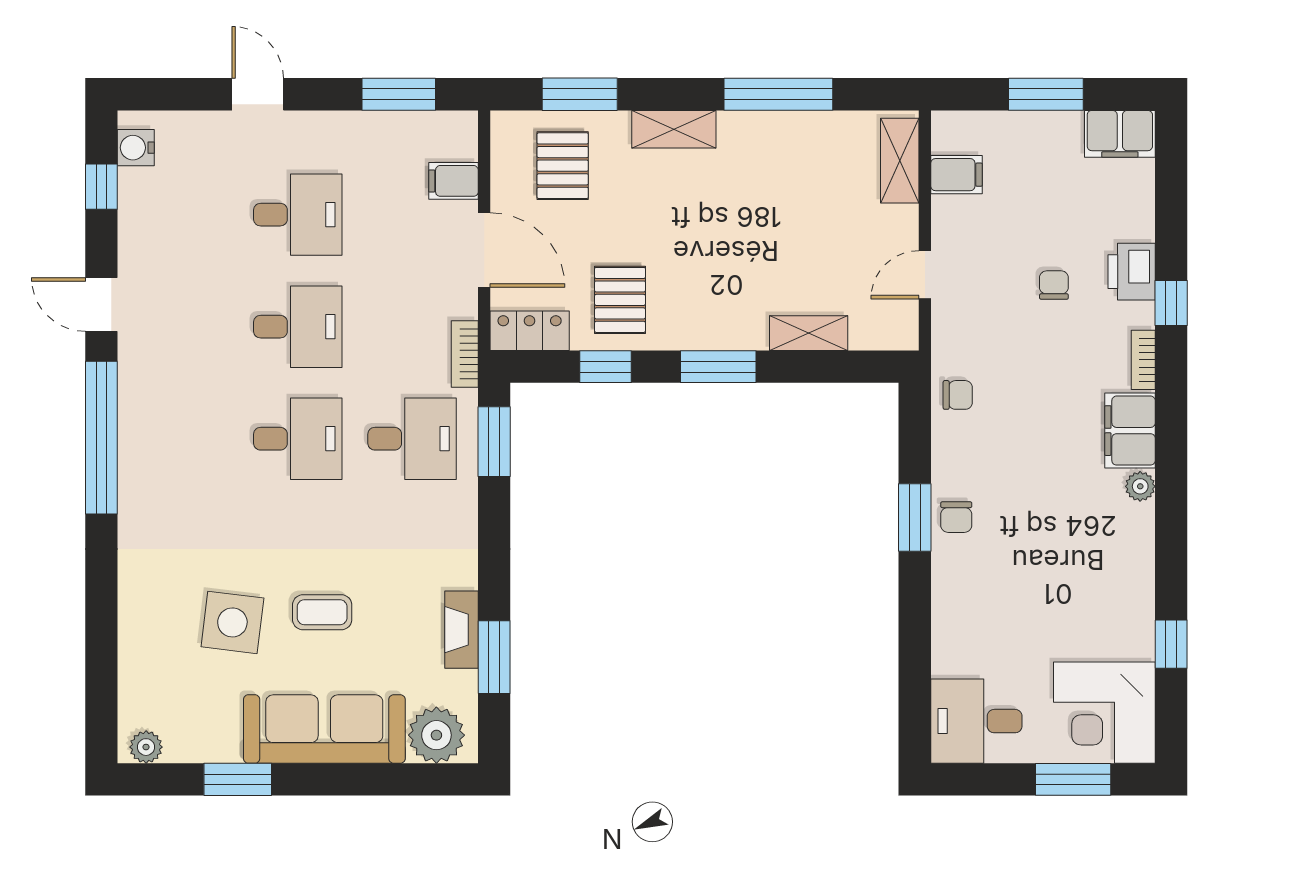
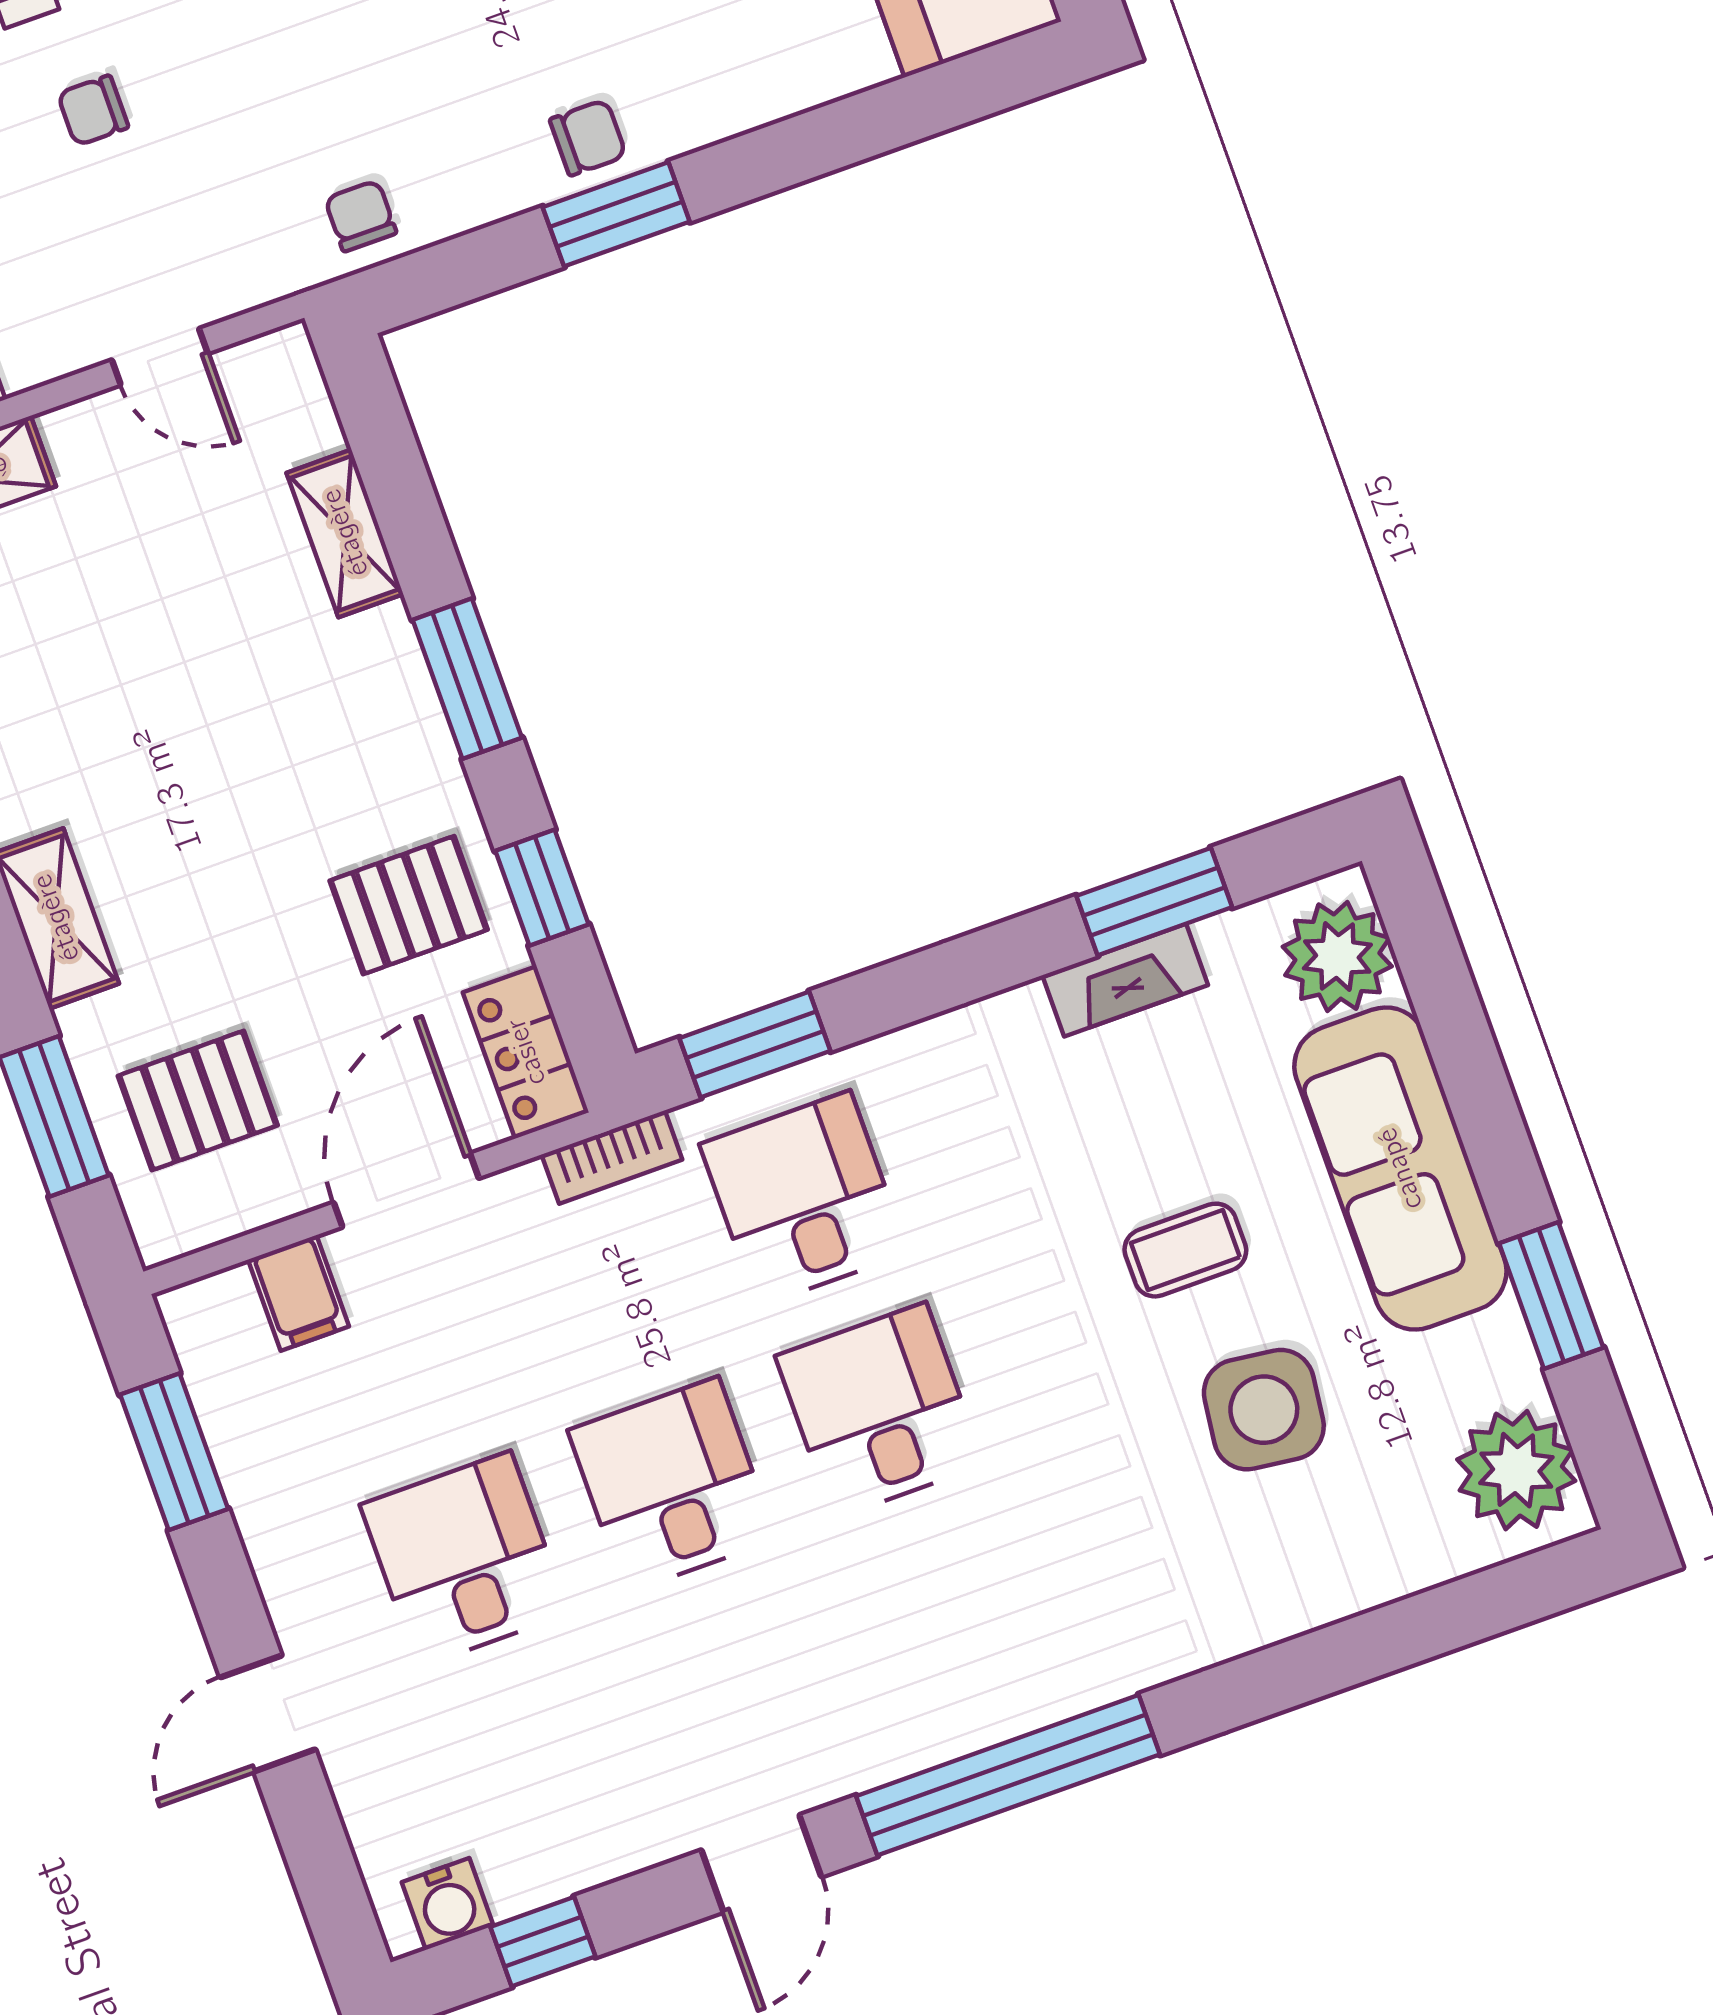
coffee table: (322, 612) -> (1185, 1250), turned 90
plant: (146, 747) -> (1516, 1470), width x1.87, depth x1.87

